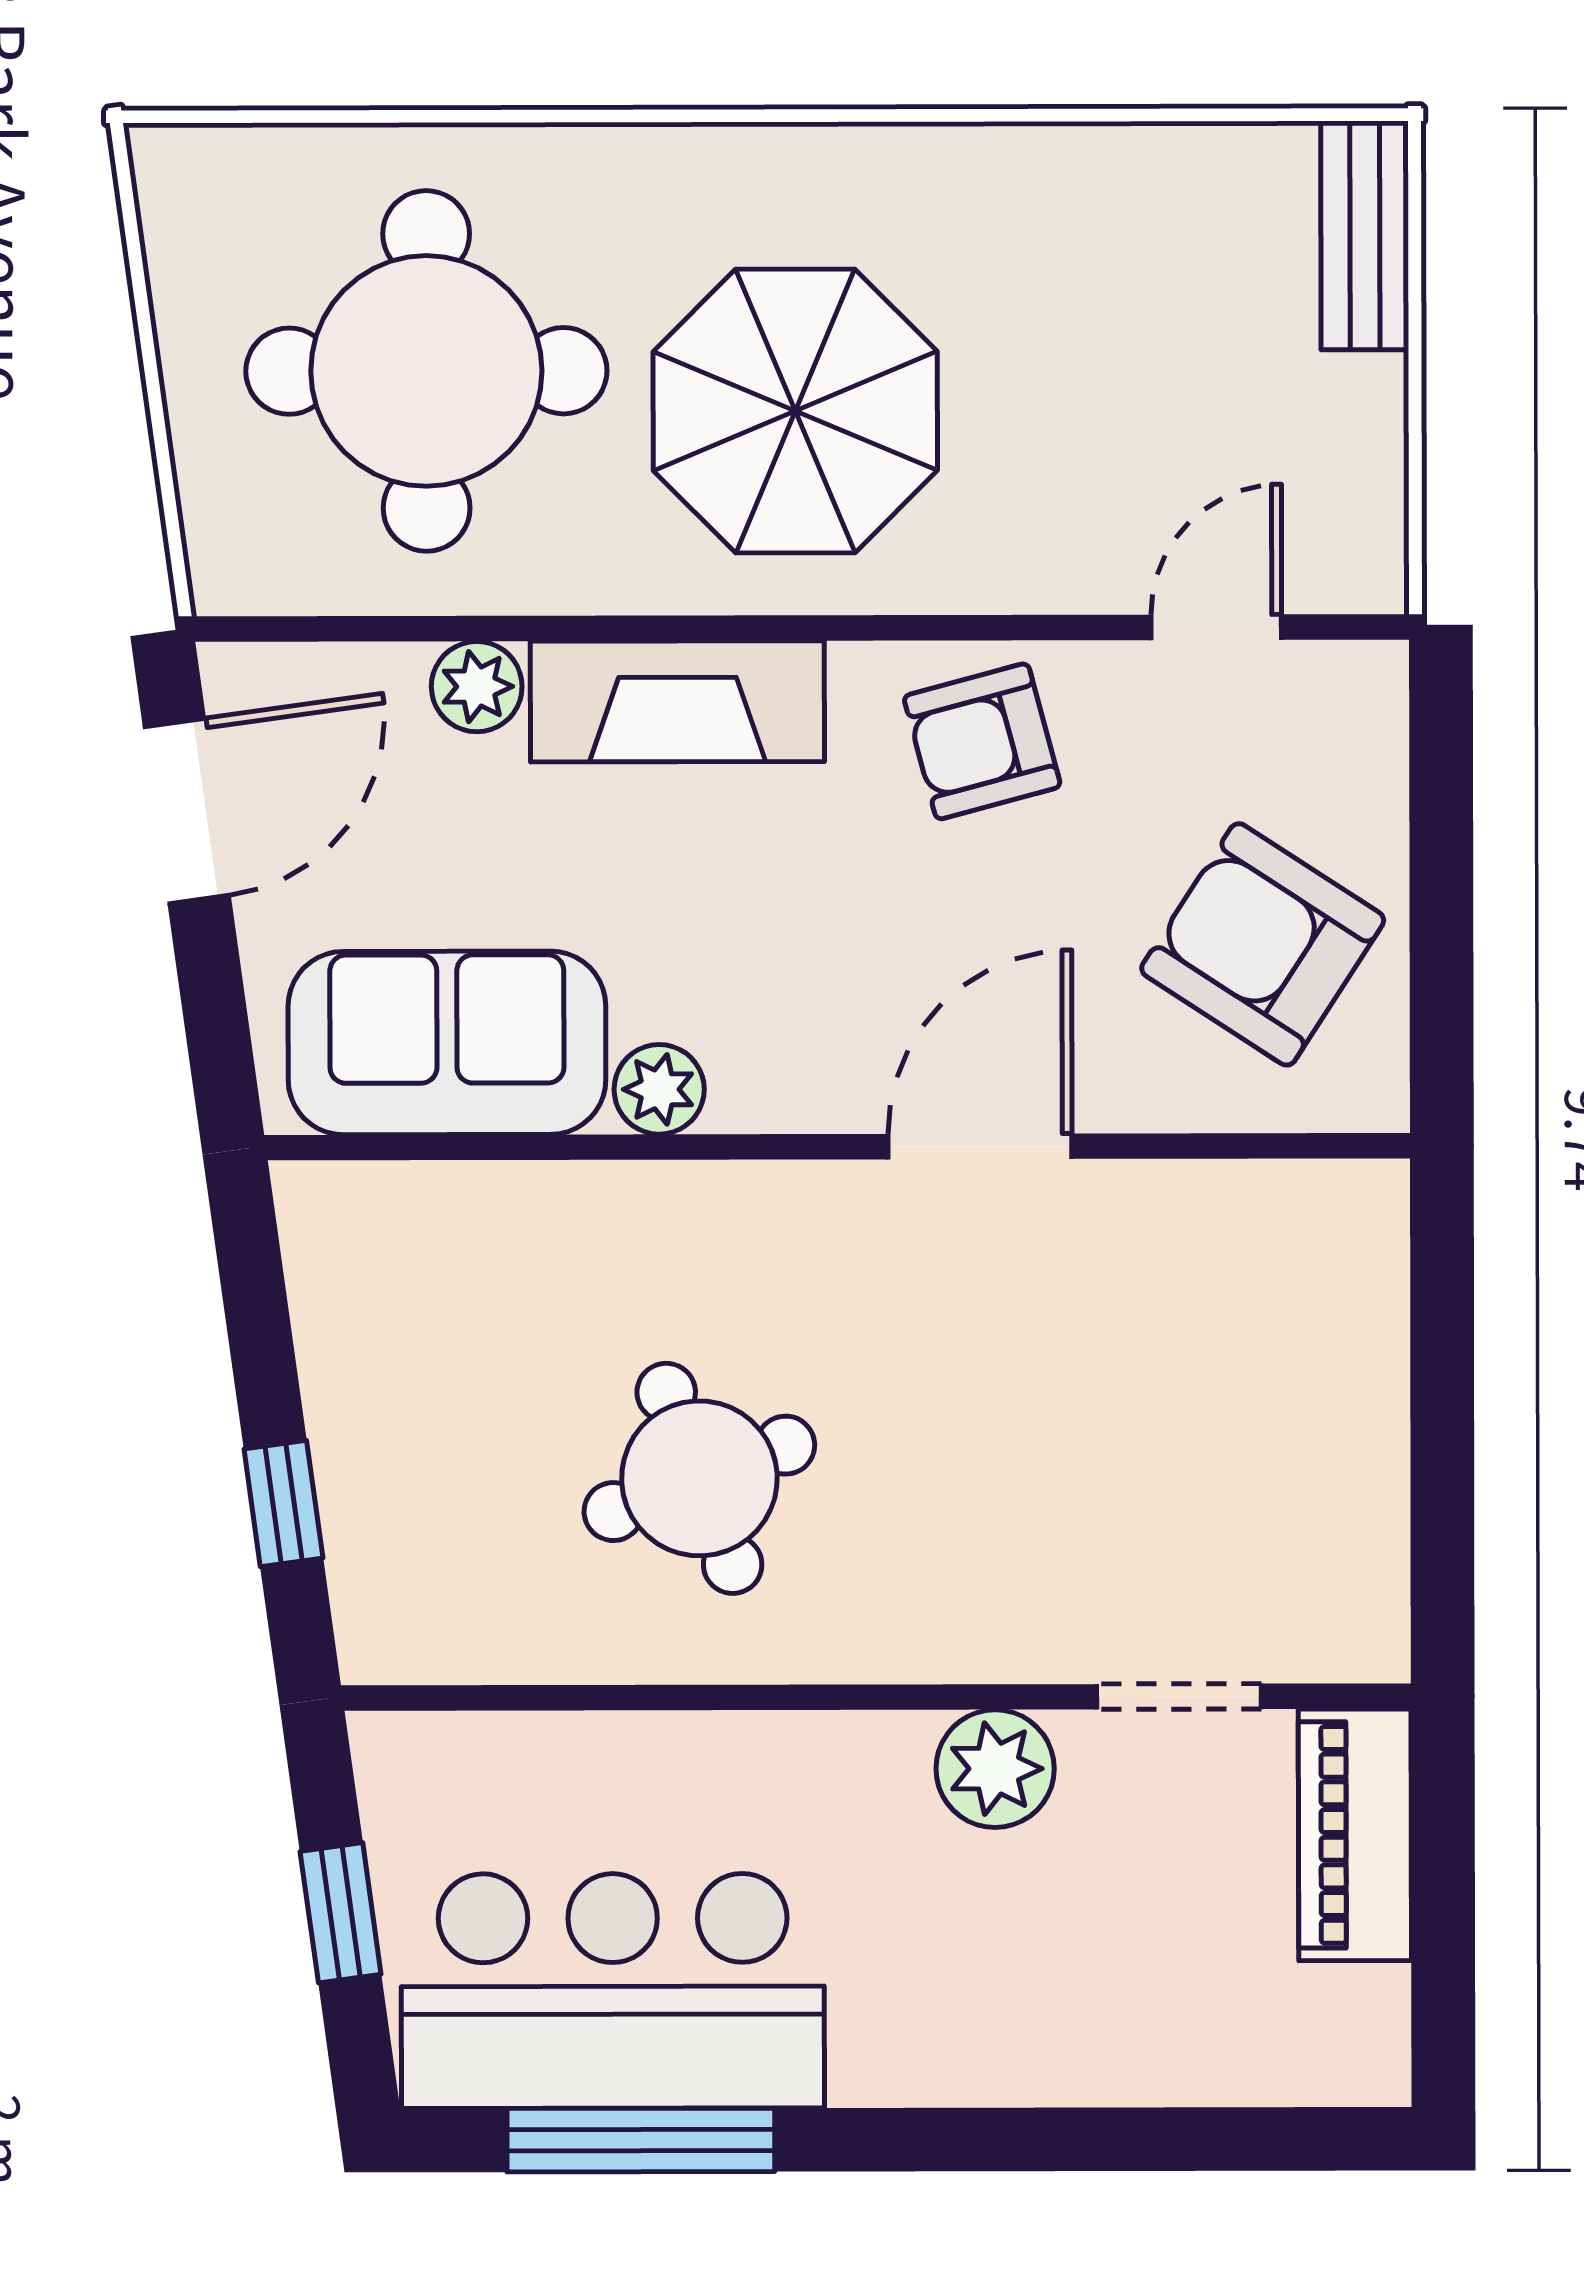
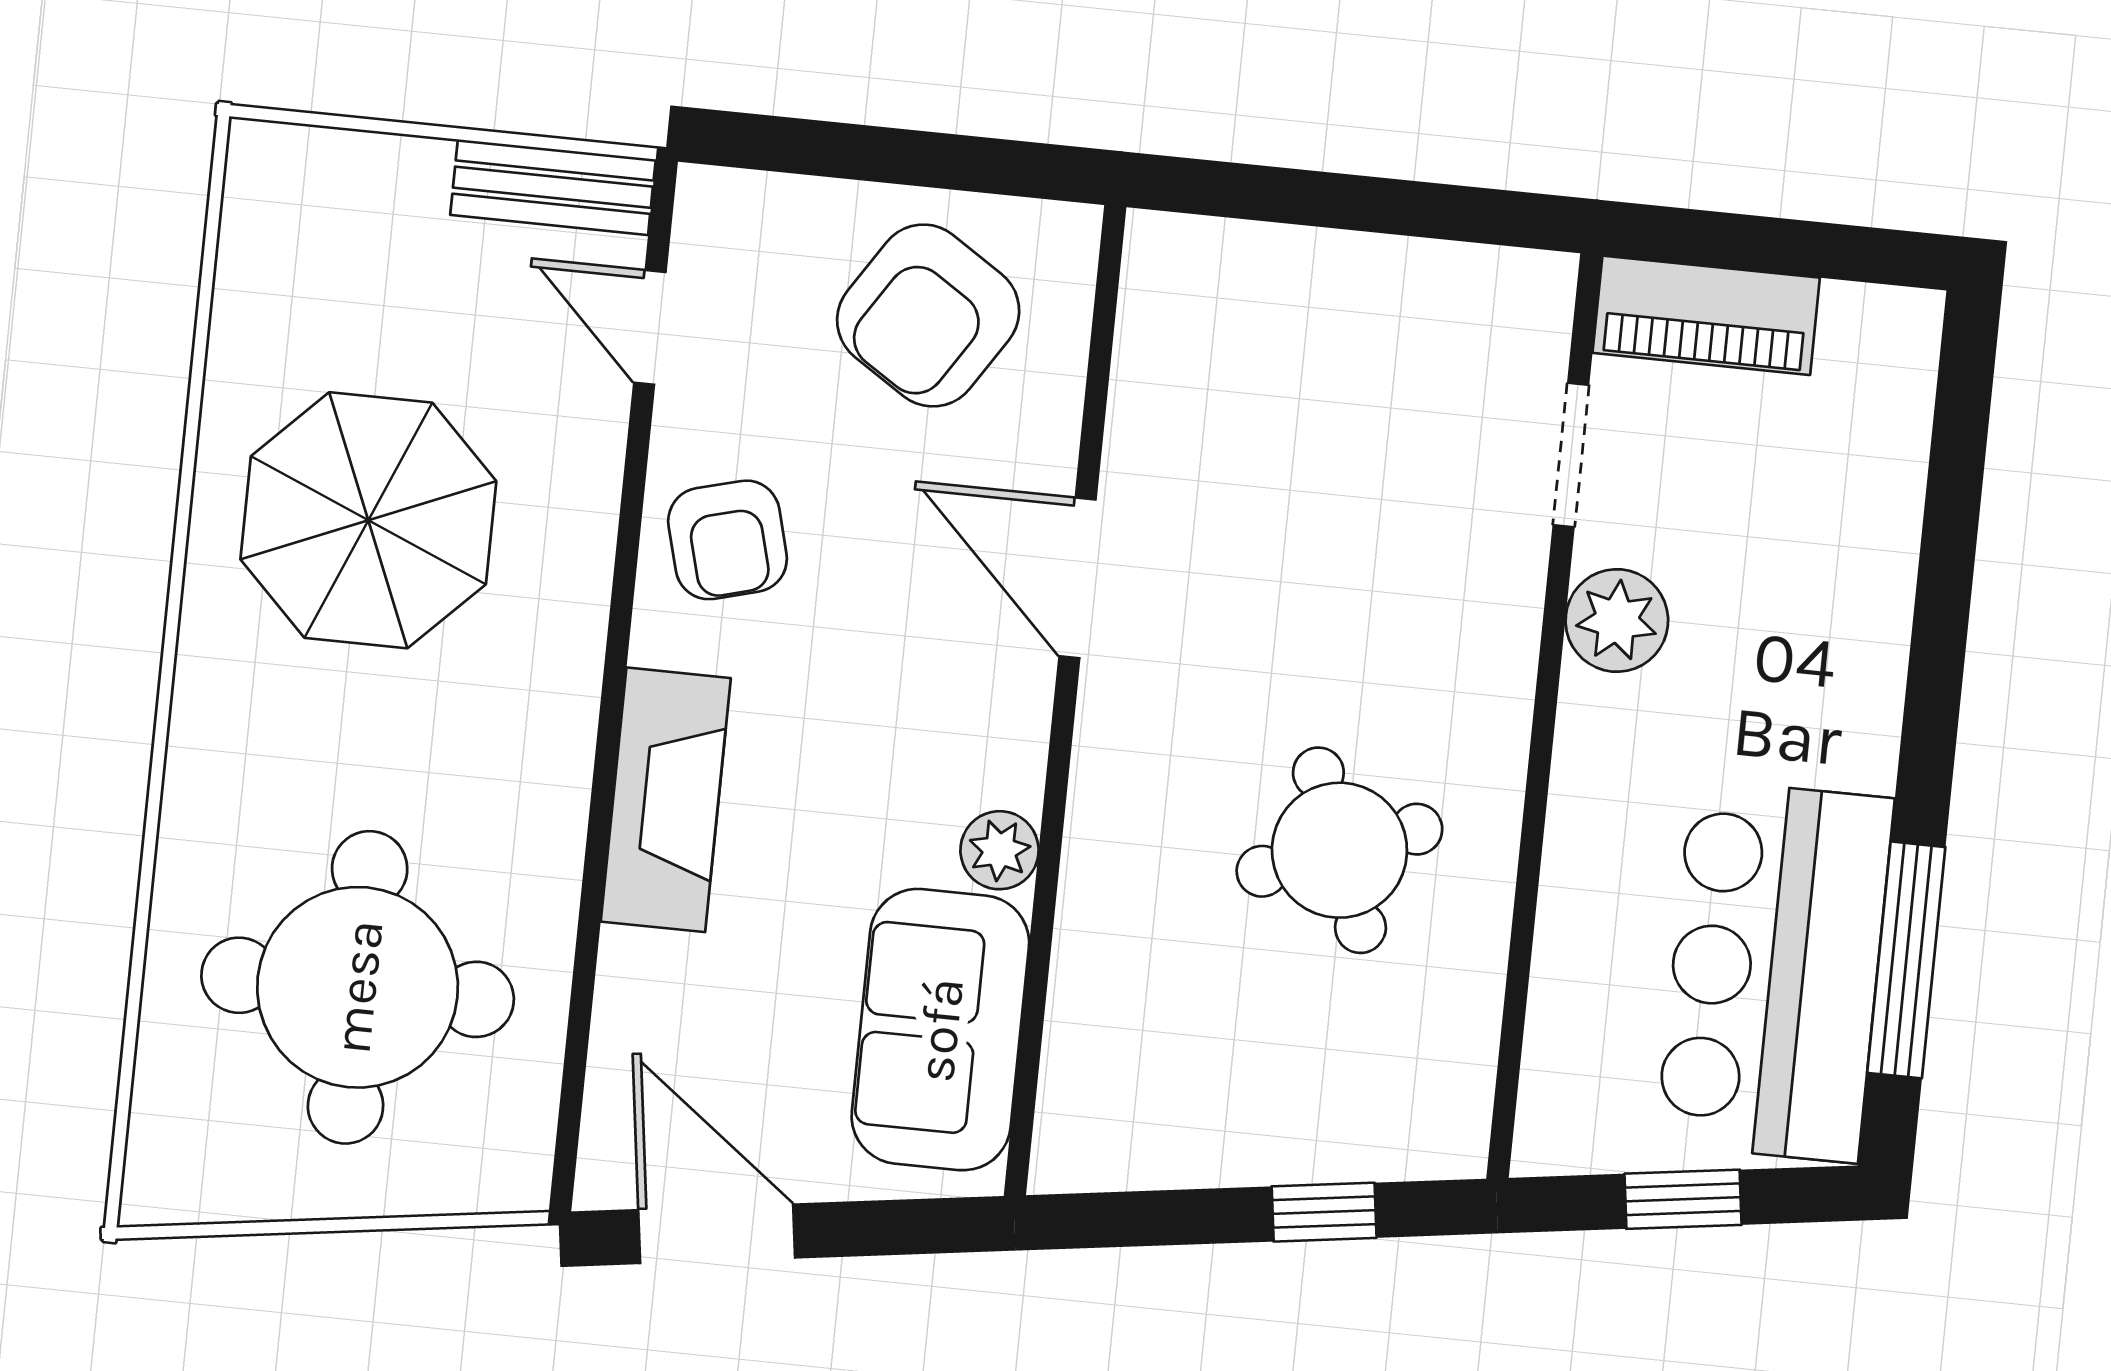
bench: (1365, 235) -> (553, 187), moved
parasol: (795, 411) -> (368, 520), moved
plant: (477, 687) -> (635, 972), removed

